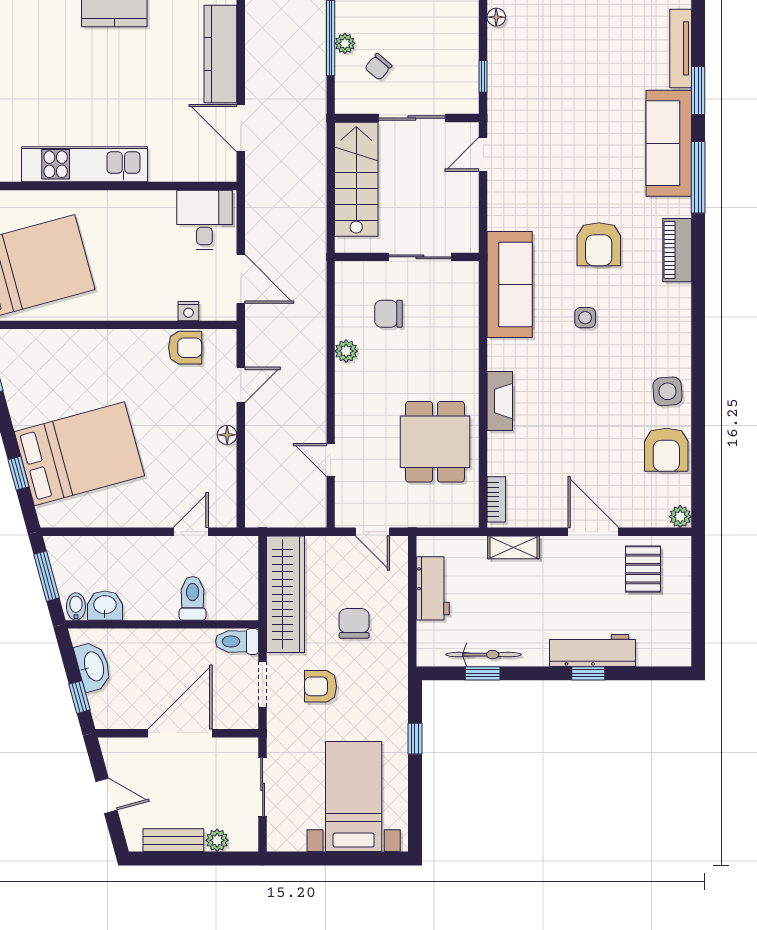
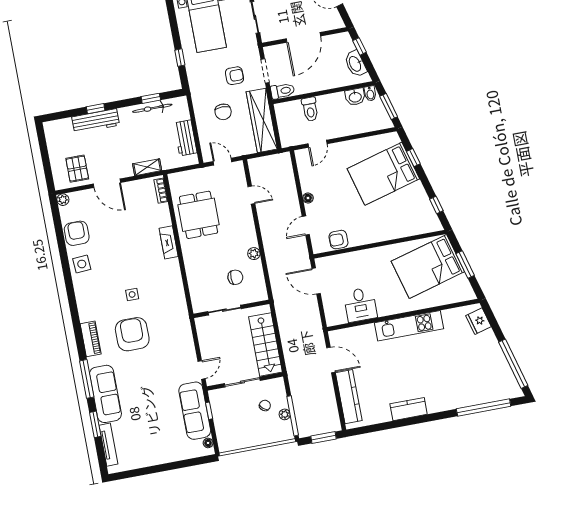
desk: (204, 220) -> (360, 305), moved
armchair: (599, 244) -> (132, 334), width x1.36, depth x1.36
sofa: (510, 284) -> (195, 411), moved
nightstand: (188, 311) -> (340, 259), removed

